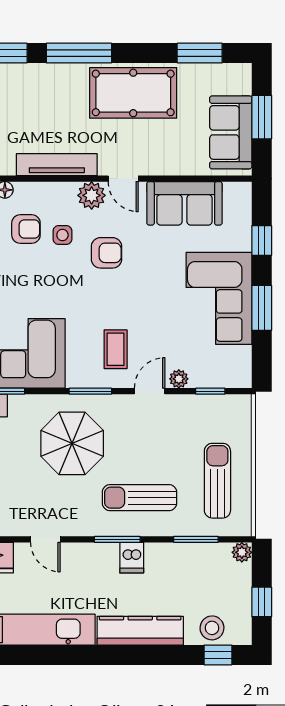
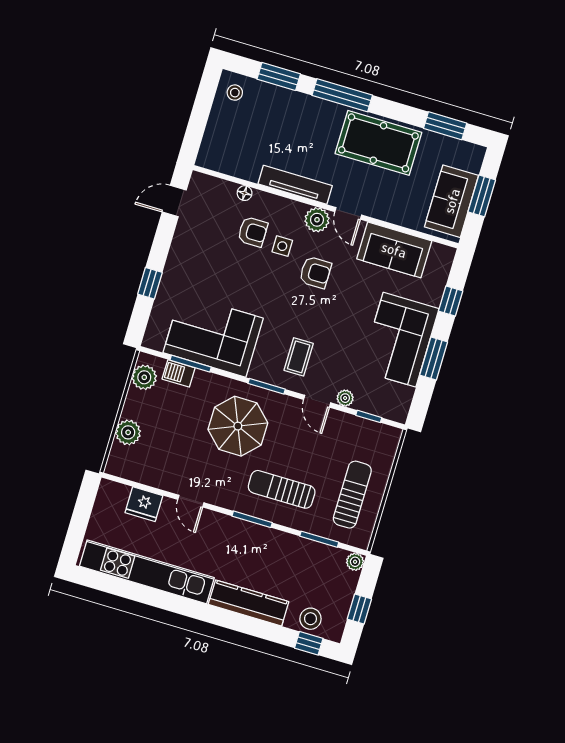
door: (150, 391) -> (317, 401), swing flipped
dishwasher: (132, 558) -> (260, 539), removed

